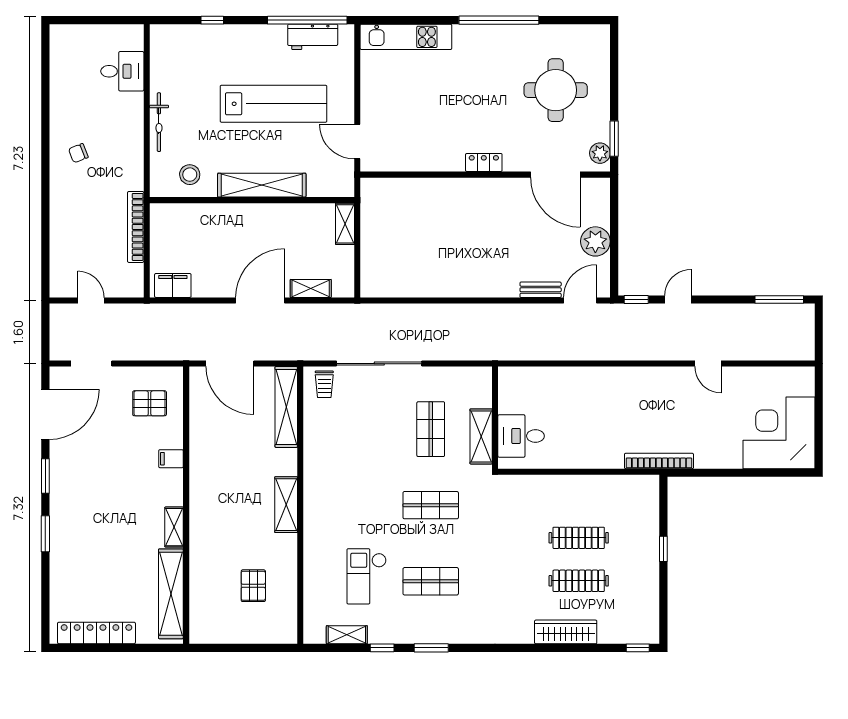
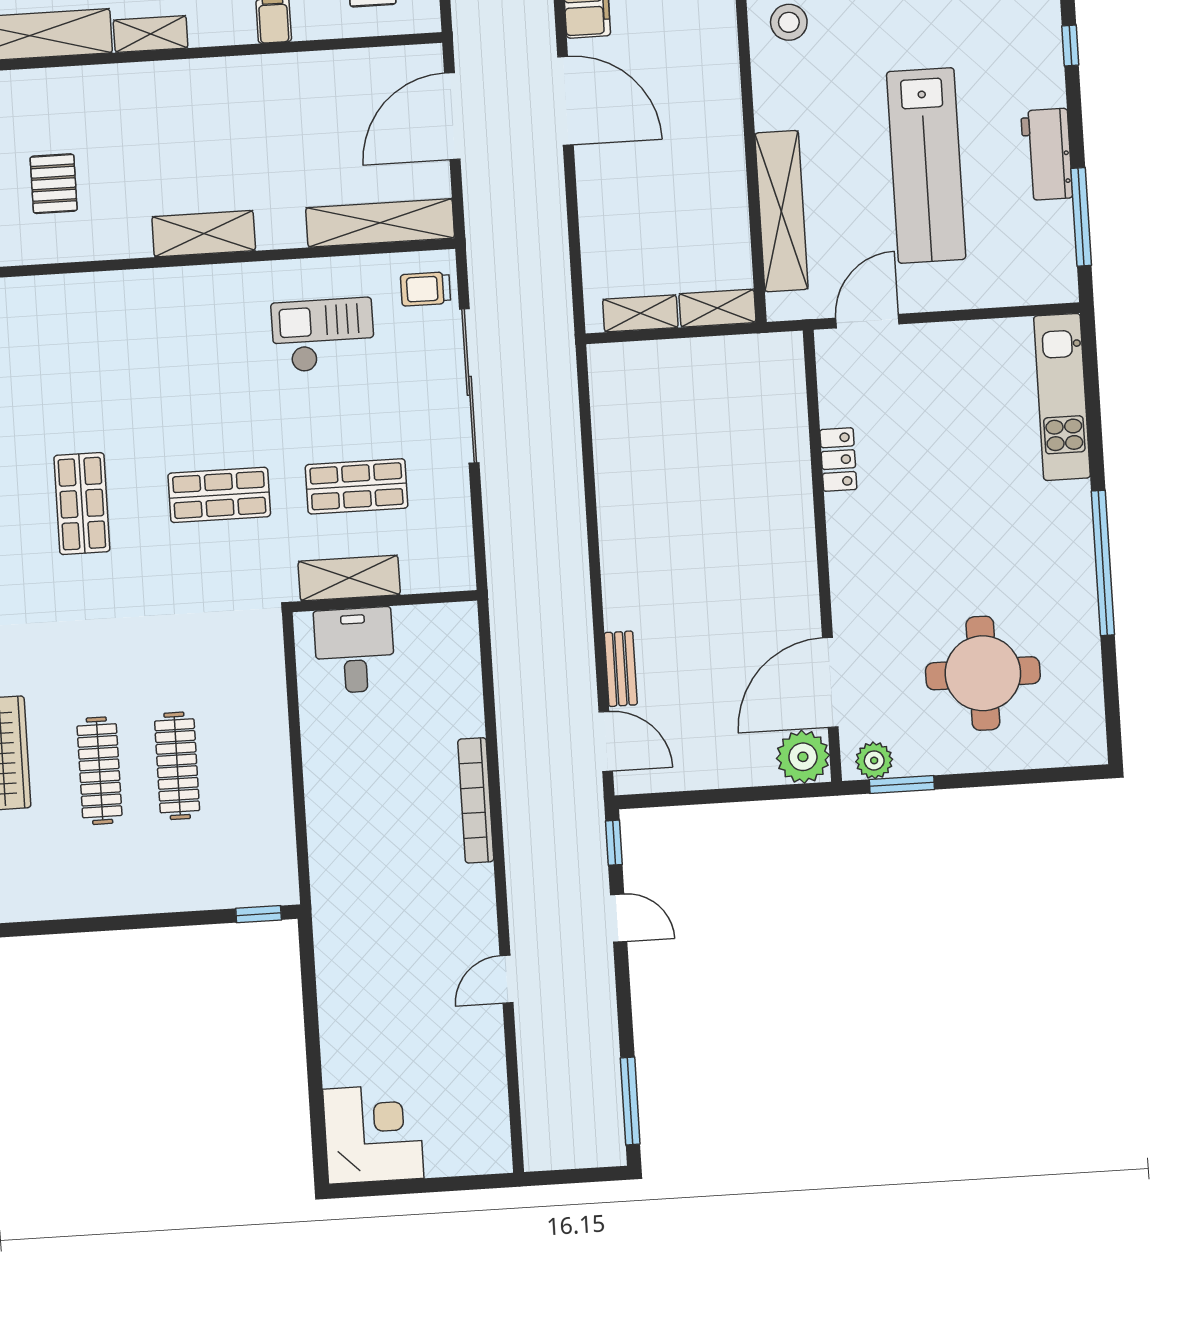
window: (307, 20) -> (1081, 217), width x0.68
workbench: (313, 37) -> (1047, 154), moved
locker: (484, 162) -> (838, 460), moved
shelving: (262, 185) -> (781, 211), moved
plant: (595, 241) -> (803, 757), moved
shelving: (311, 288) -> (640, 313), moved, turned 90
door: (260, 301) -> (565, 101), moved
corner desk: (779, 433) -> (373, 1134), width x0.74, depth x0.74
bookcase: (659, 461) -> (476, 800), moved, turned 180
shop shelf: (431, 505) -> (219, 495), turned 90
window: (663, 549) -> (259, 914), moved
checkout: (367, 576) -> (323, 335), moved
pallet: (253, 586) -> (54, 184), turned 90

